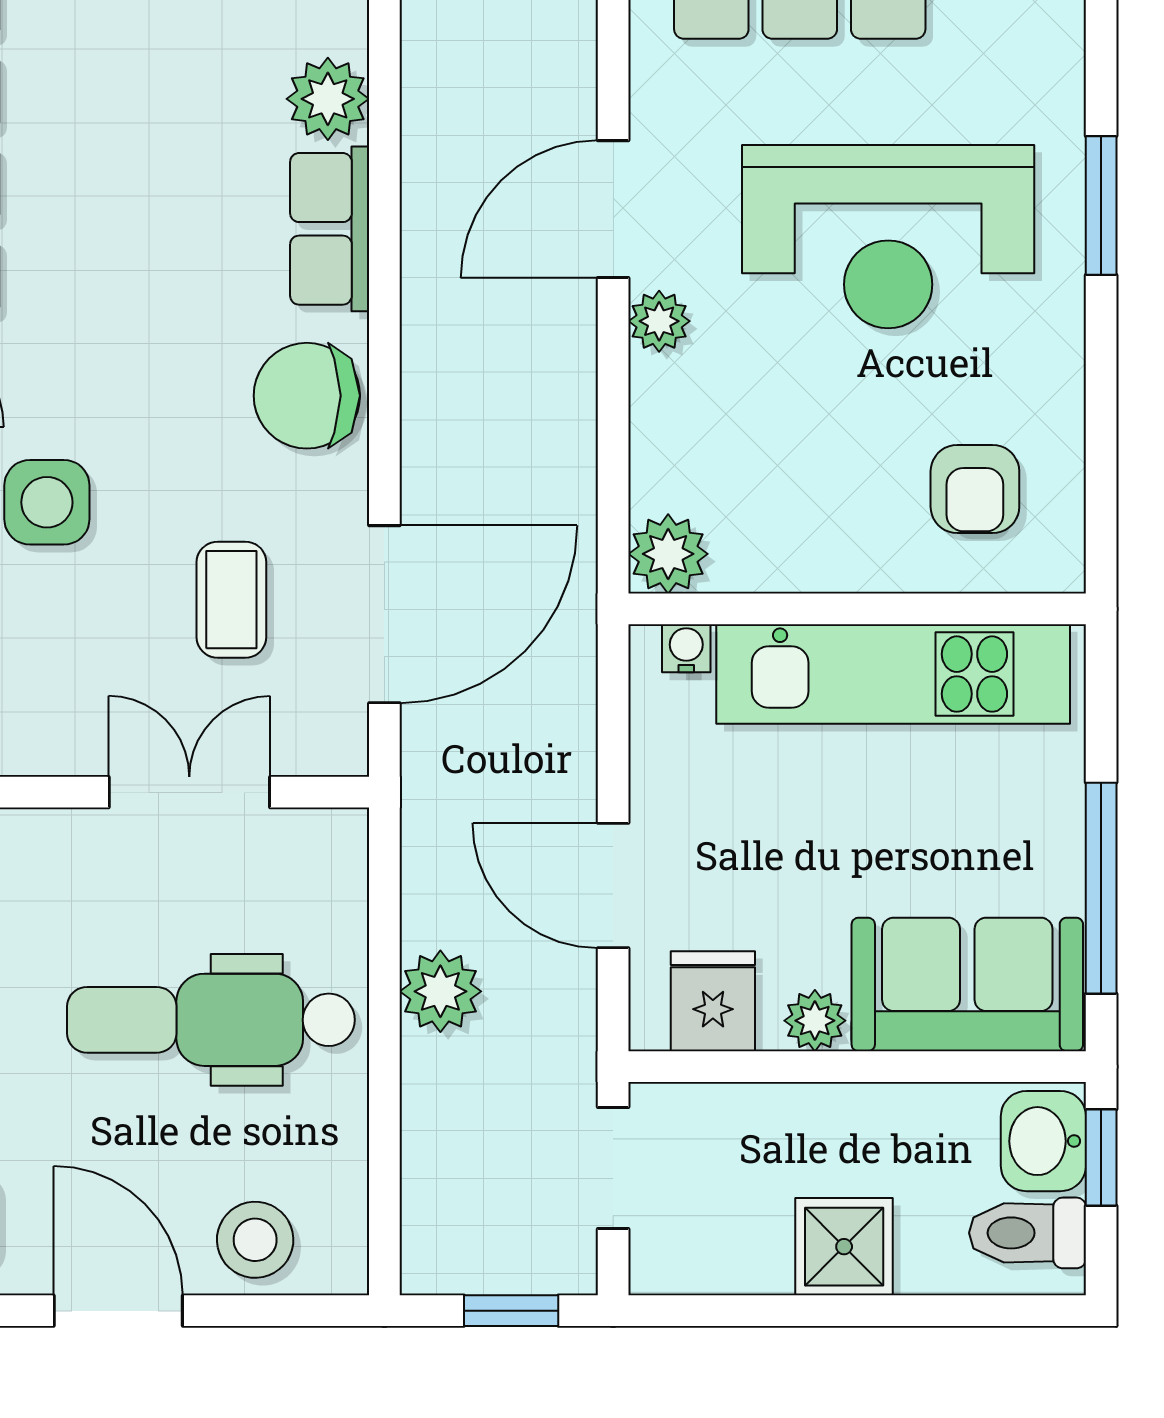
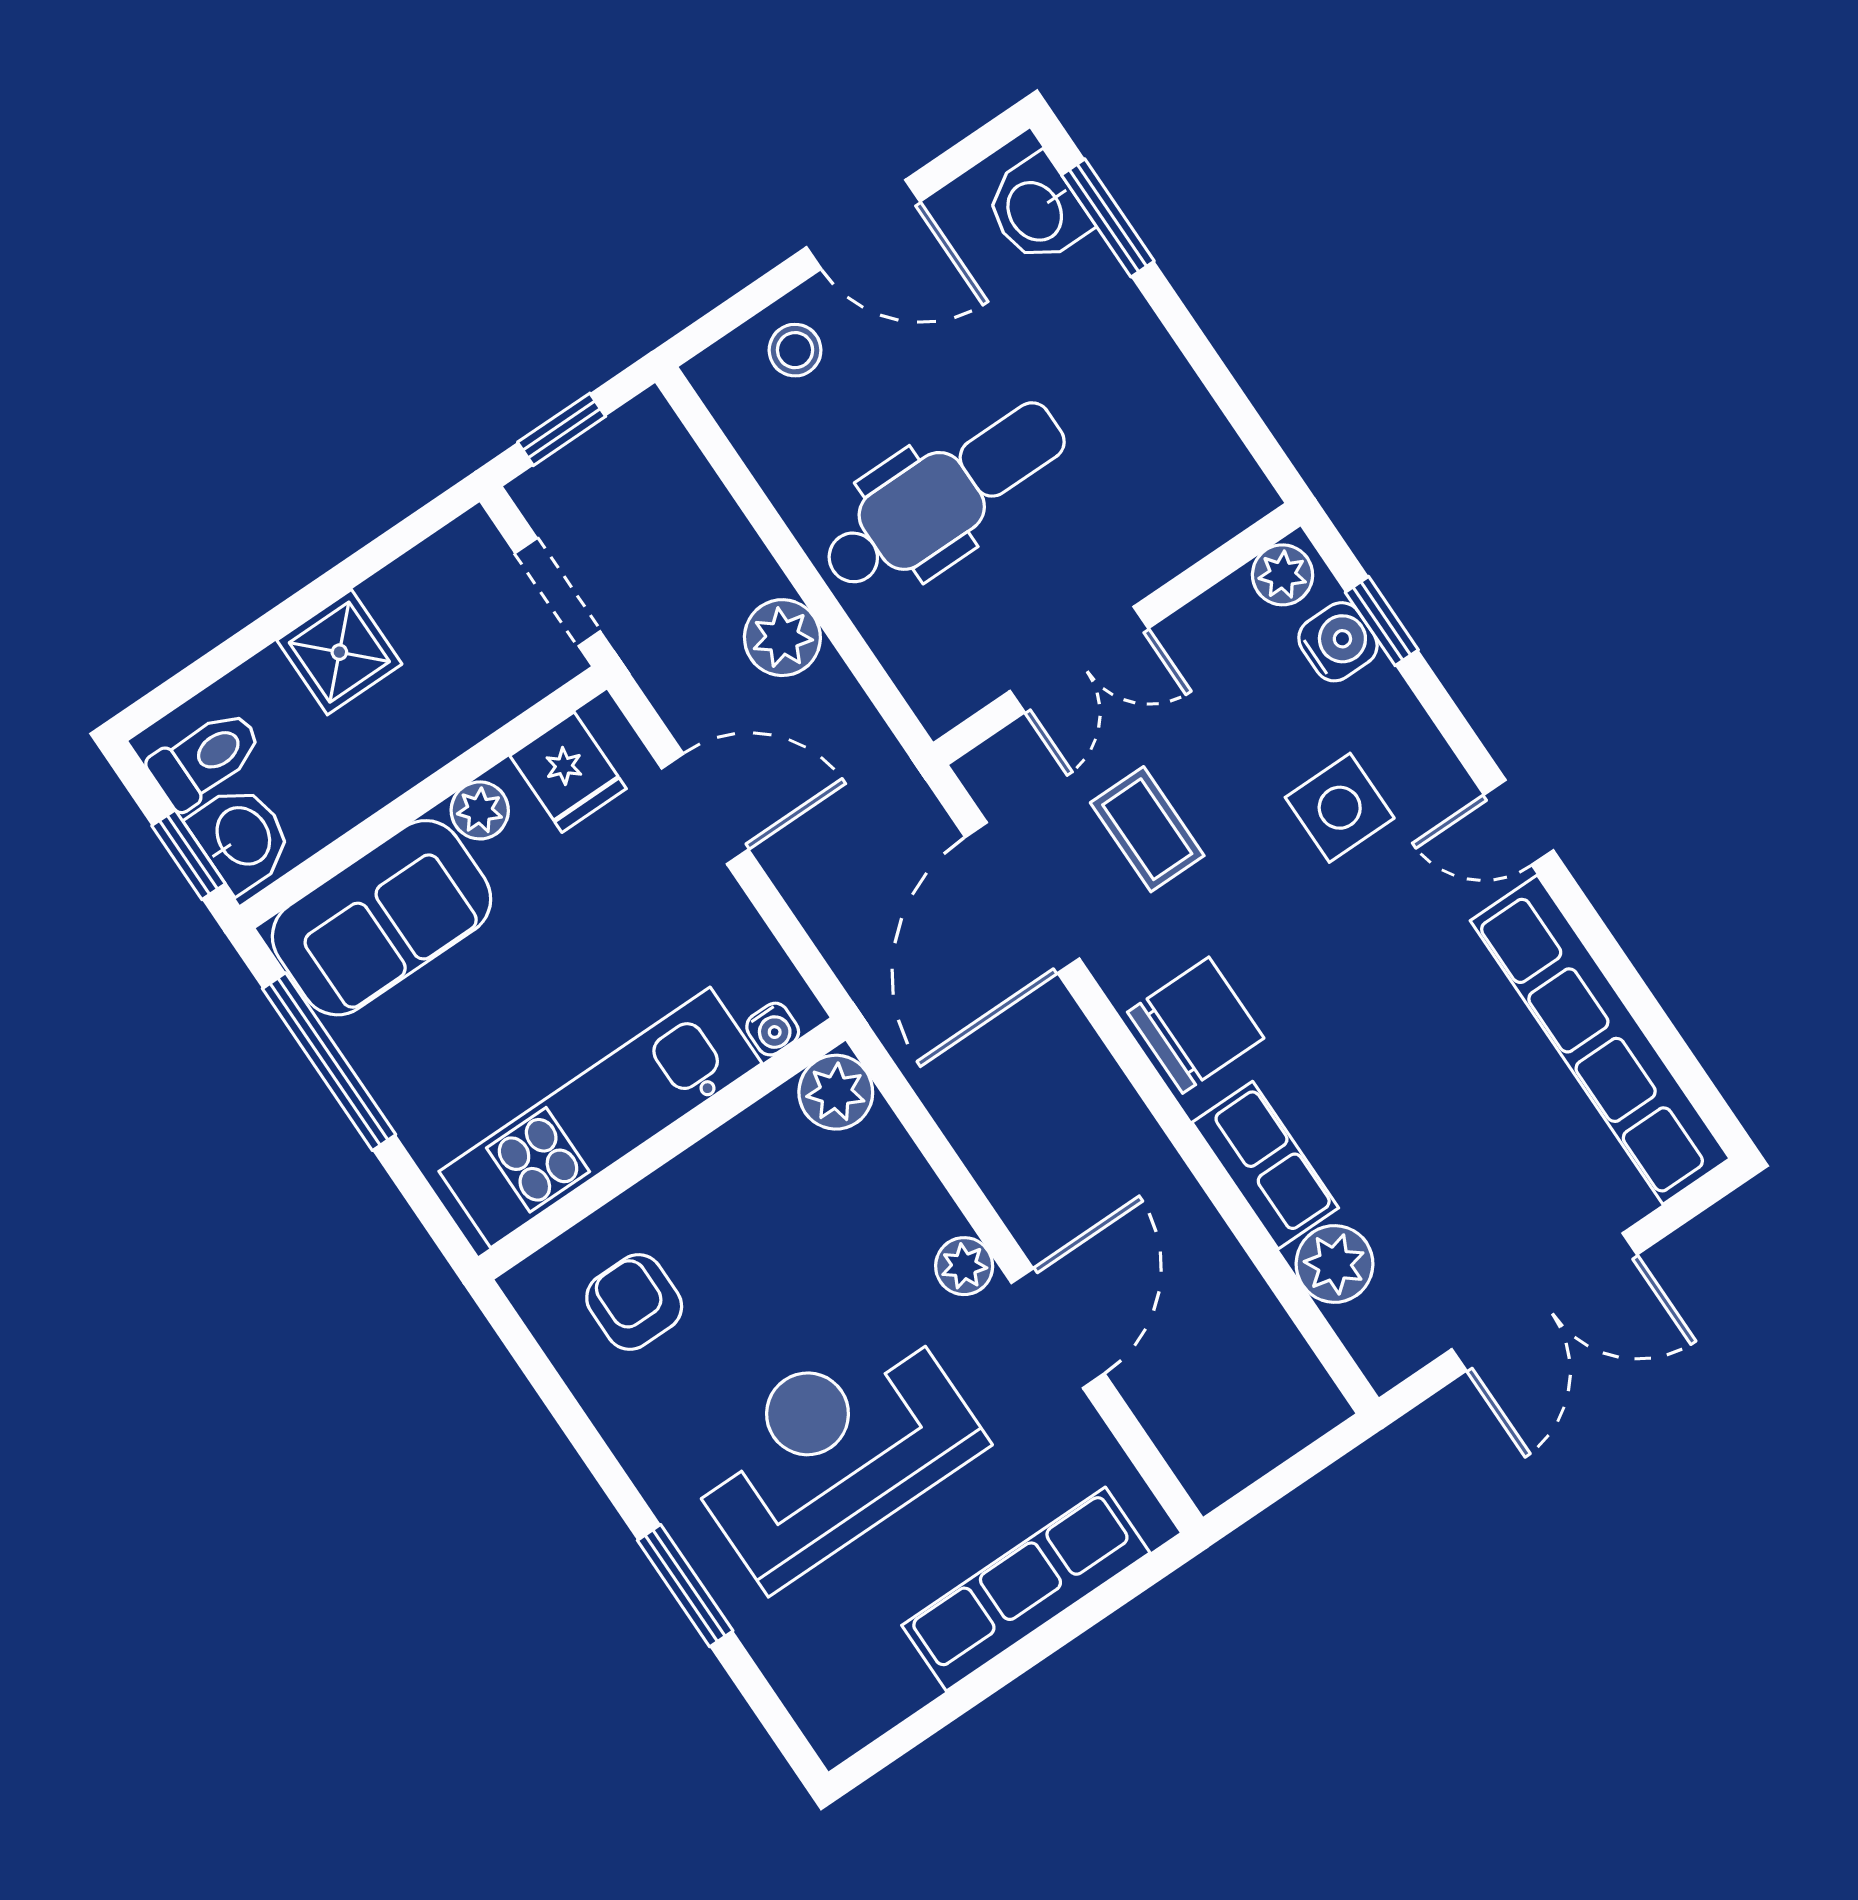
stool: (255, 1240) -> (795, 350), width x0.73, depth x0.73

